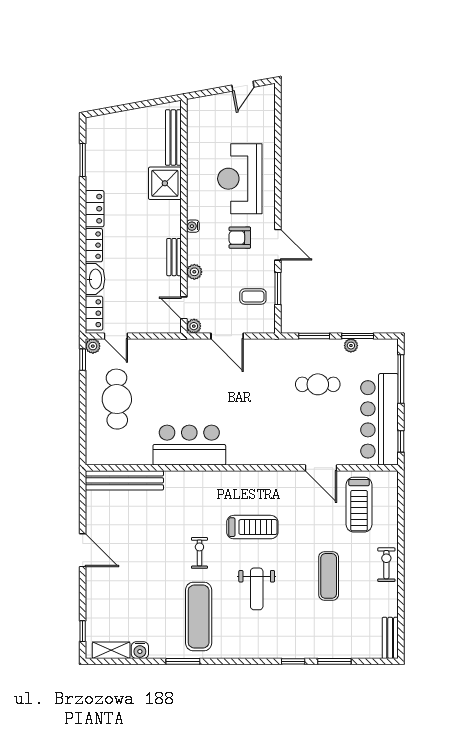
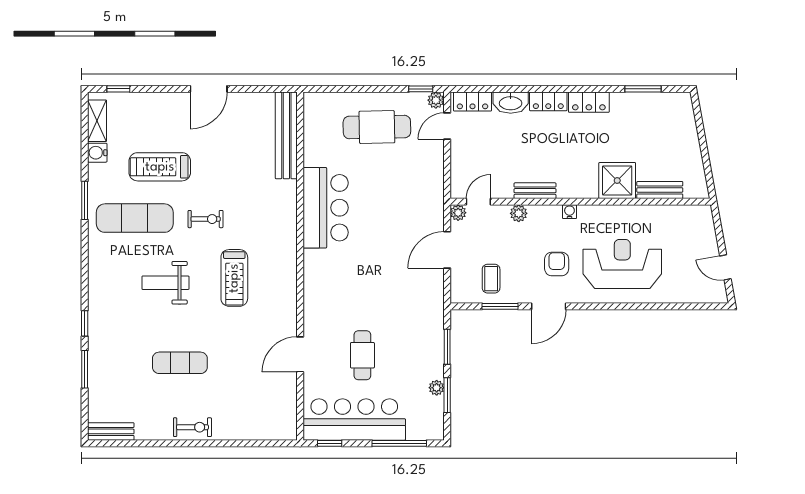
bench: (173, 138) -> (660, 190), width x0.73
cafe table: (318, 384) -> (362, 355), moved
treadmill: (359, 505) -> (160, 167), moved

